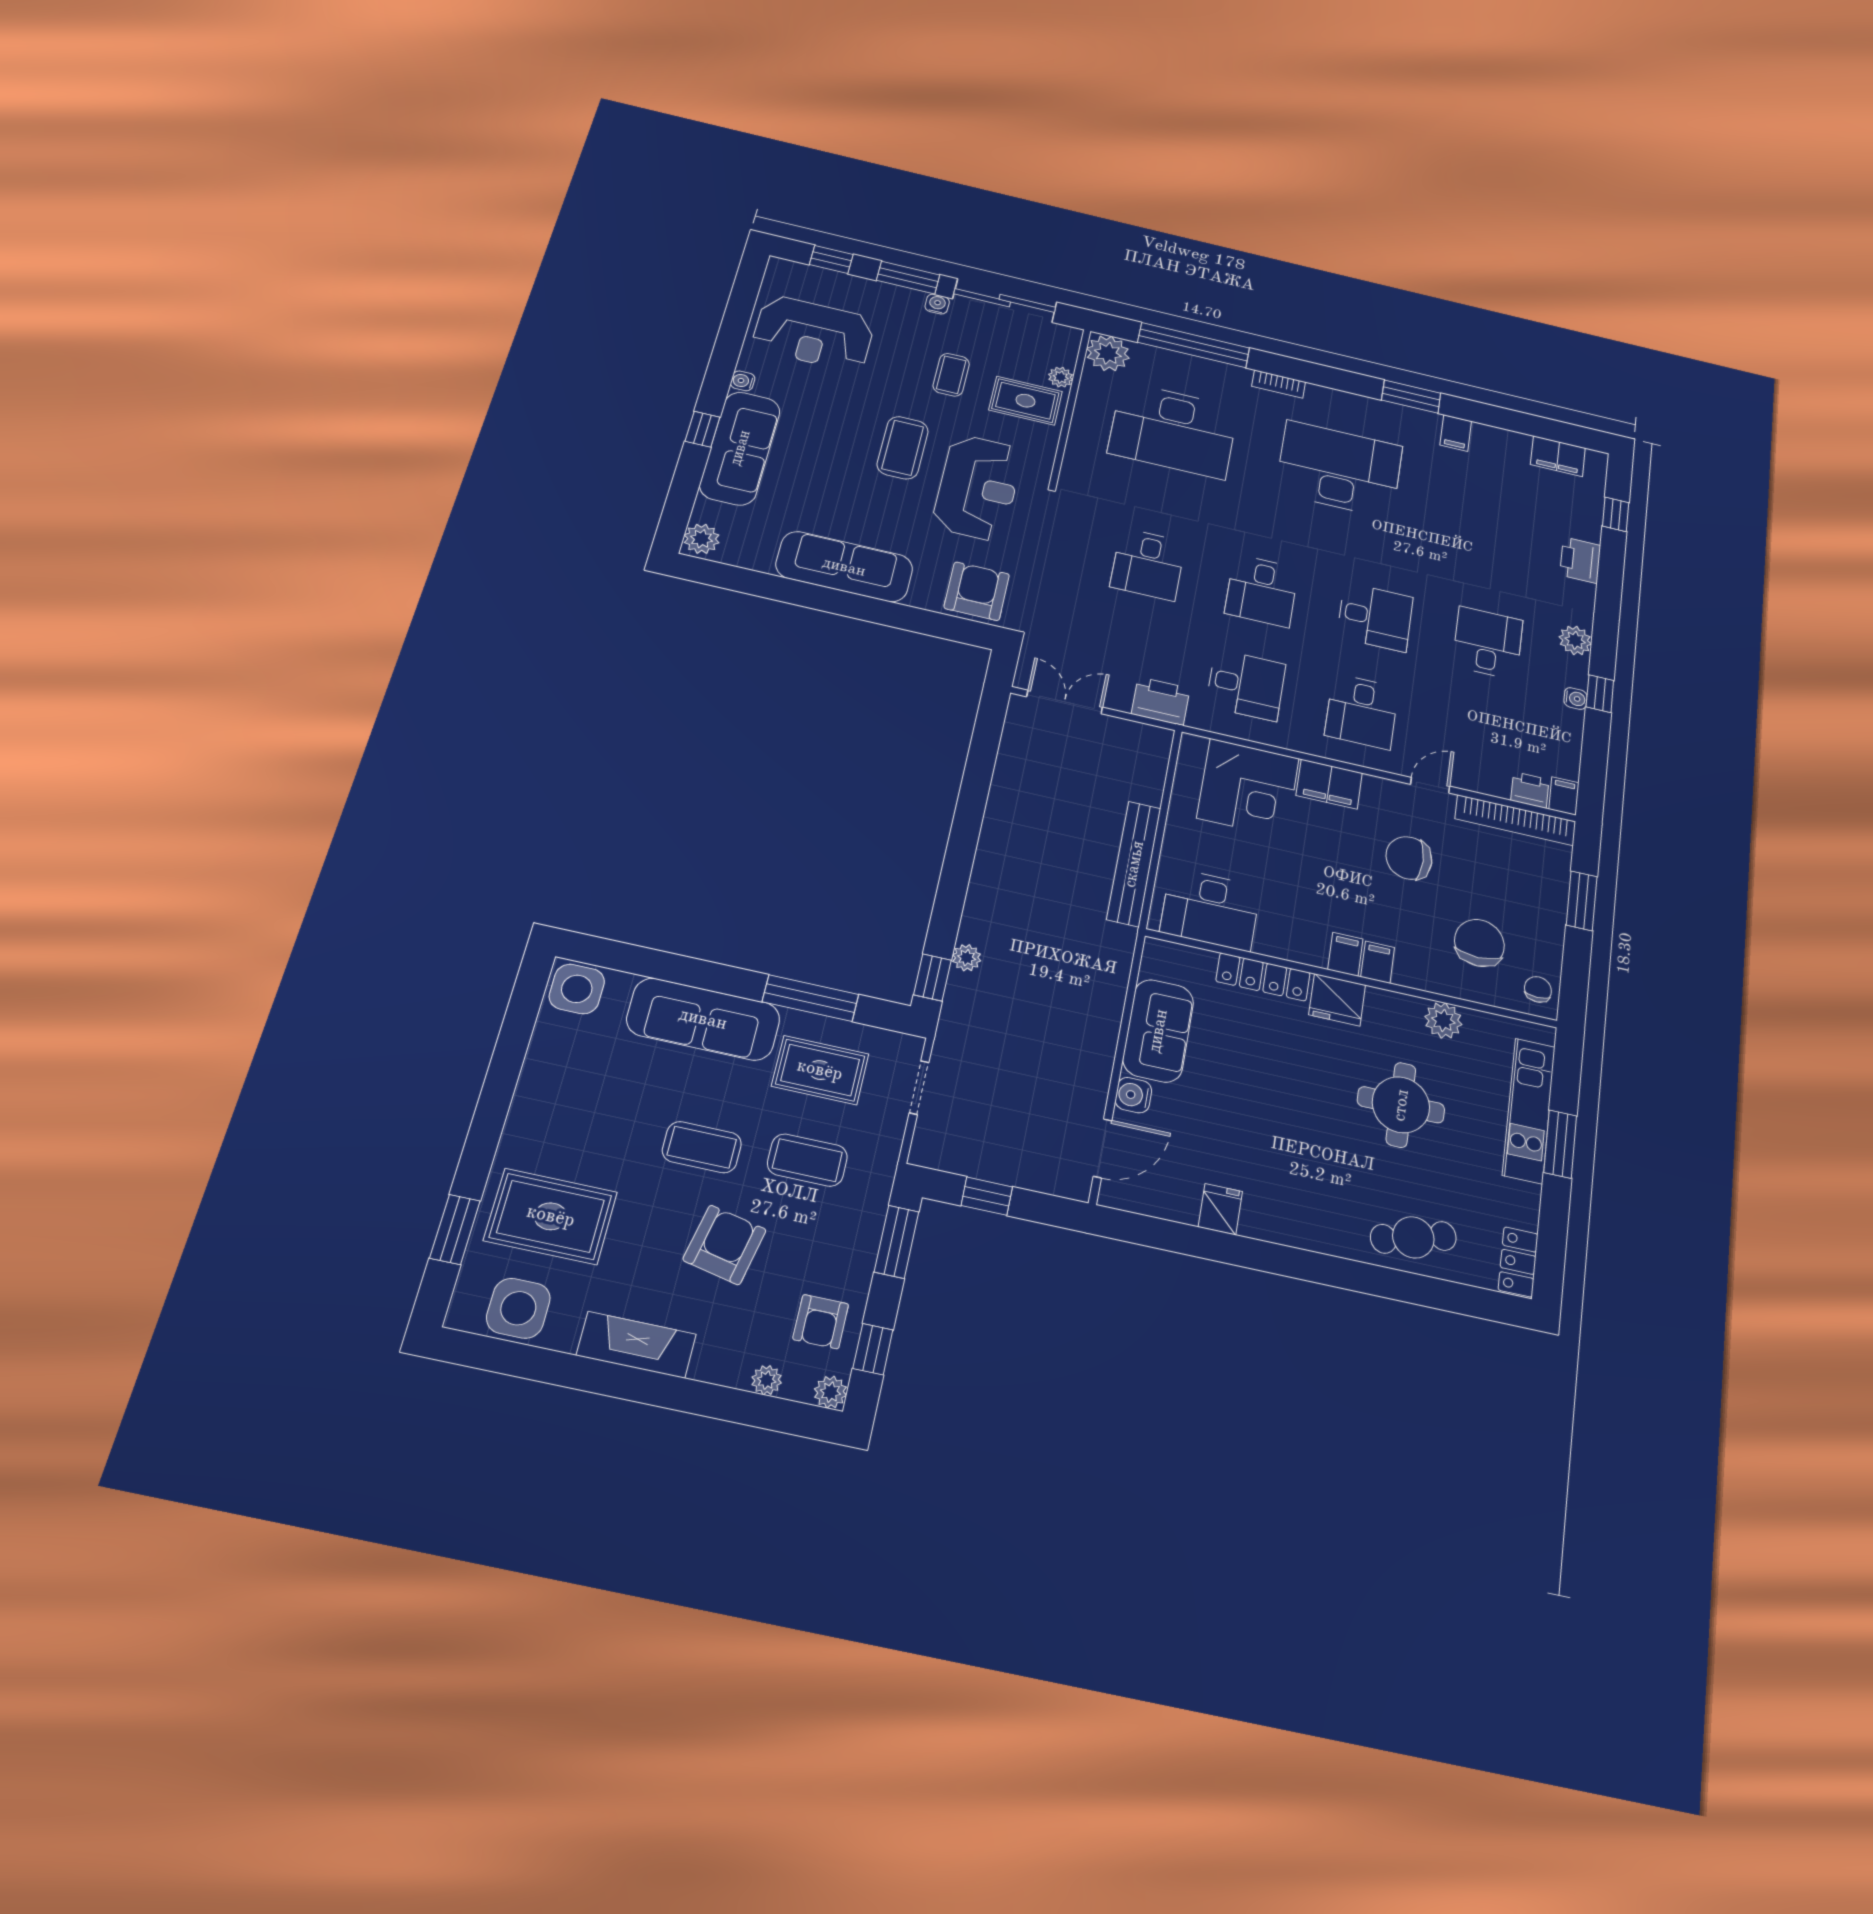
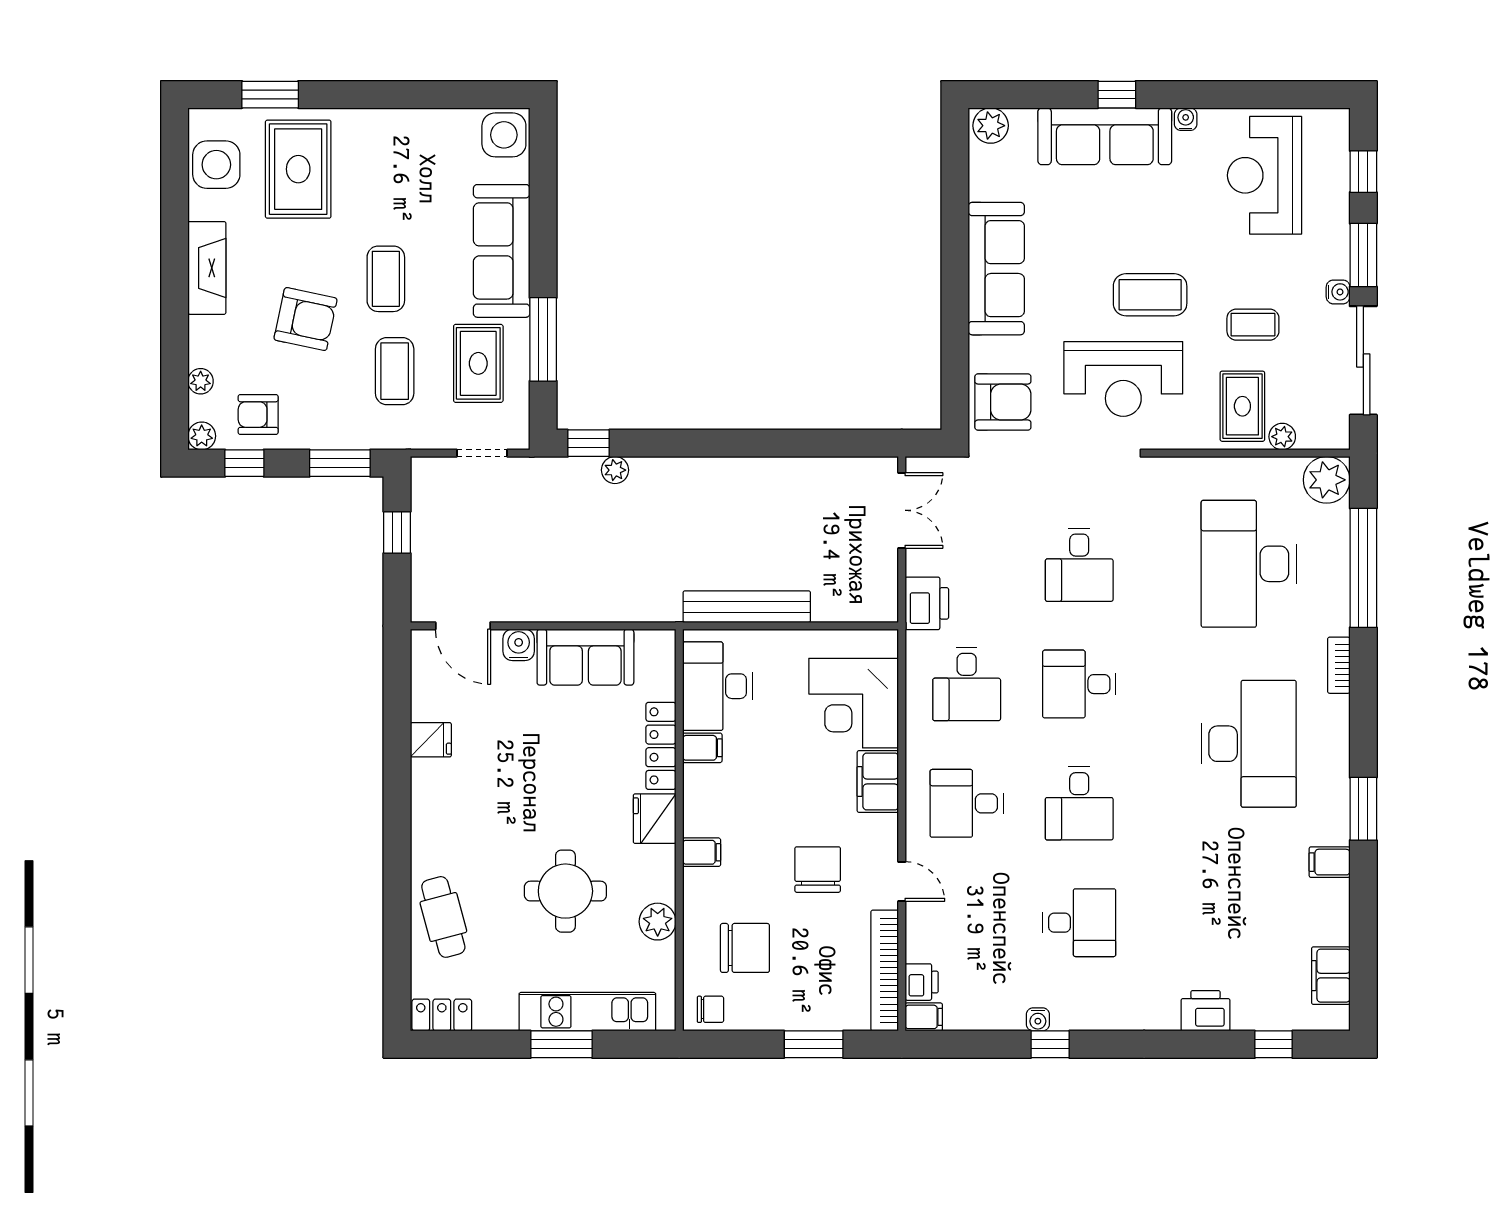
desk: (1148, 564) -> (1079, 565), turned -90
plant: (1575, 640) -> (1106, 1013), removed
filing cabinet: (1345, 954) -> (702, 748), moved

